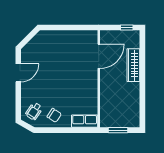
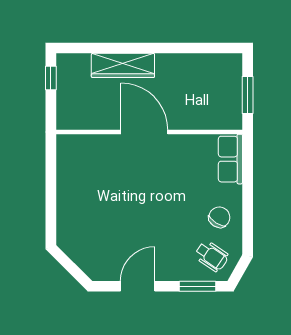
door: (99, 56) -> (144, 132), moved
door: (18, 73) -> (138, 286), hinge flipped
window: (18, 104) -> (197, 286), added

